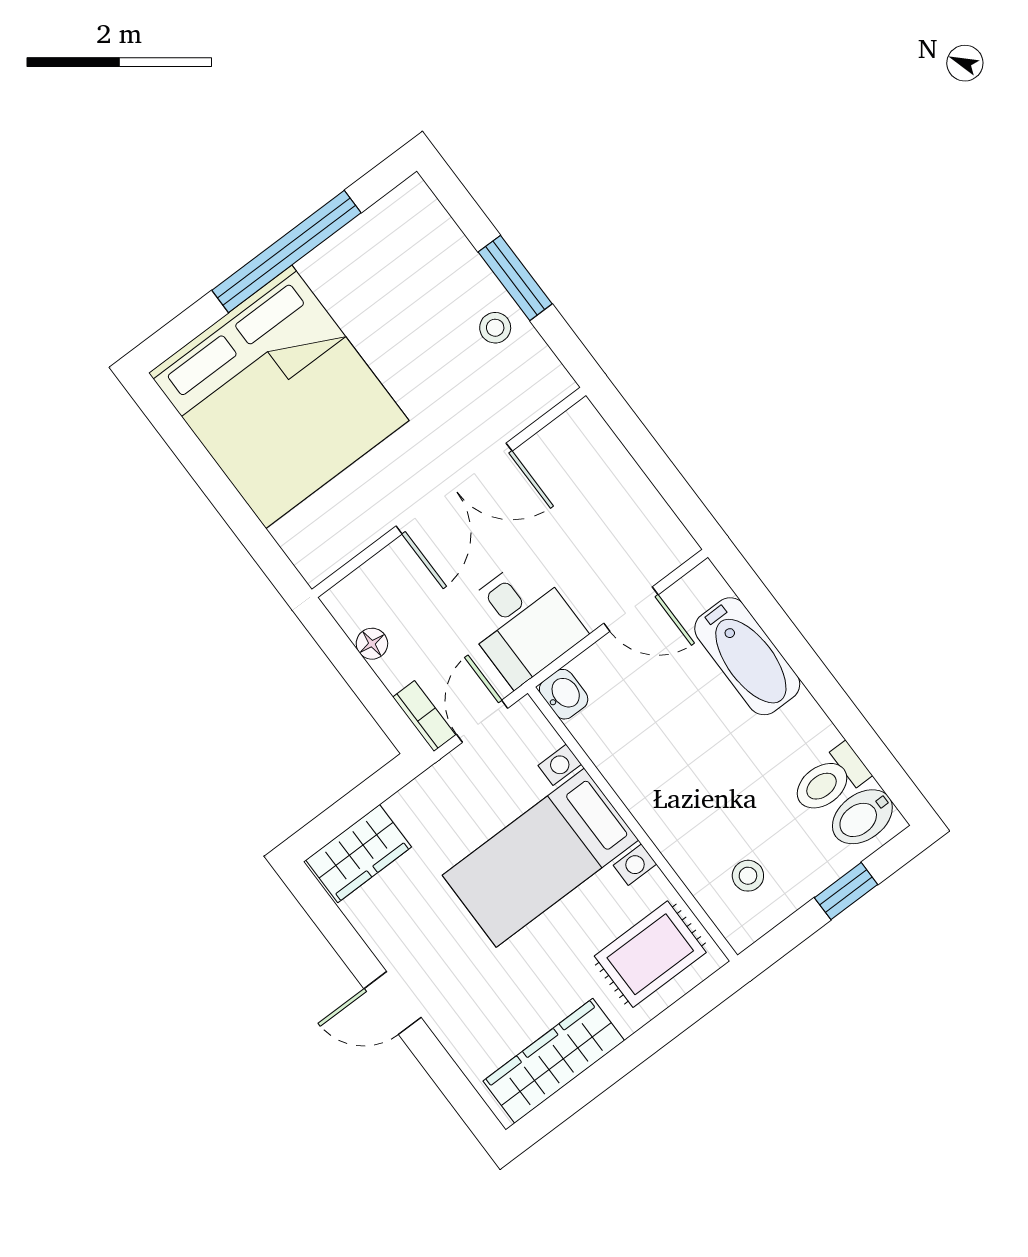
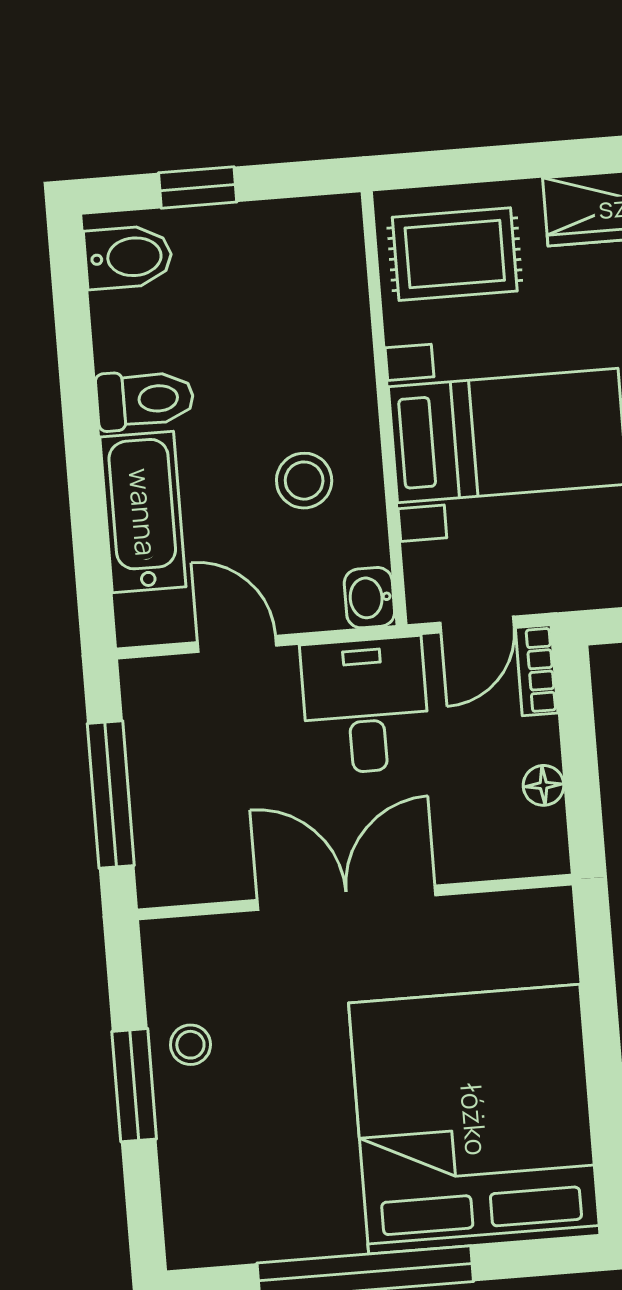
window: (651, 458) -> (111, 795), added
toilet: (830, 780) -> (145, 399), moved
stool: (748, 876) -> (304, 481), moved, width x1.37, depth x1.37

